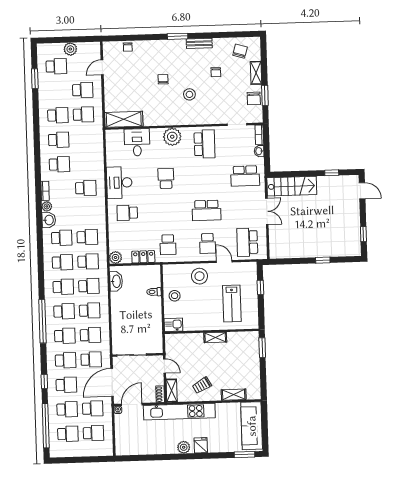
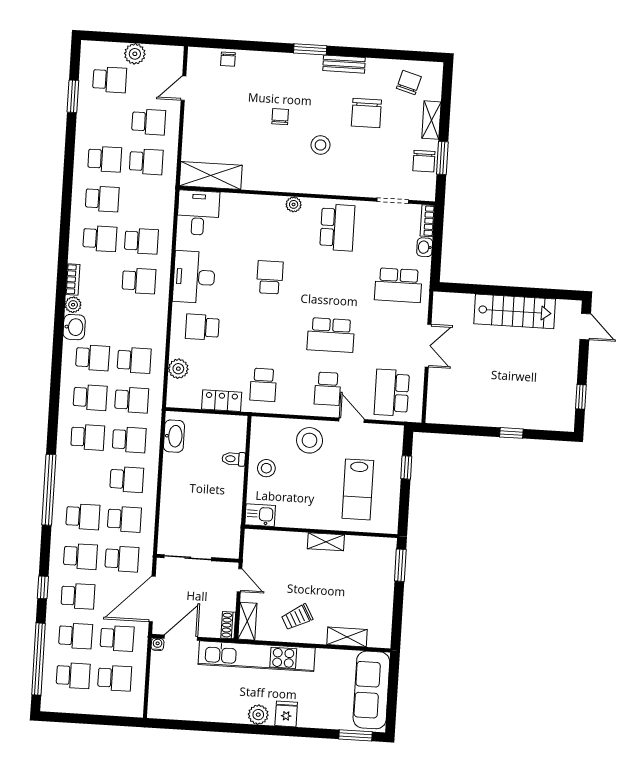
chair: (216, 72) -> (366, 113), width x1.87, depth x1.87
plant: (172, 137) -> (294, 204), width x0.53, depth x0.53
desk: (137, 142) -> (198, 213), moved
window: (332, 173) -> (539, 293), removed
stairs: (292, 186) -> (515, 311), moved
plant: (116, 257) -> (178, 369), moved
school desk: (64, 311) -> (141, 241), moved

